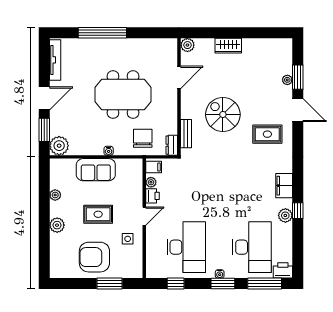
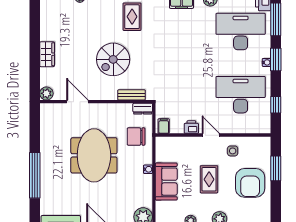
plant: (151, 182) -> (178, 129), removed

